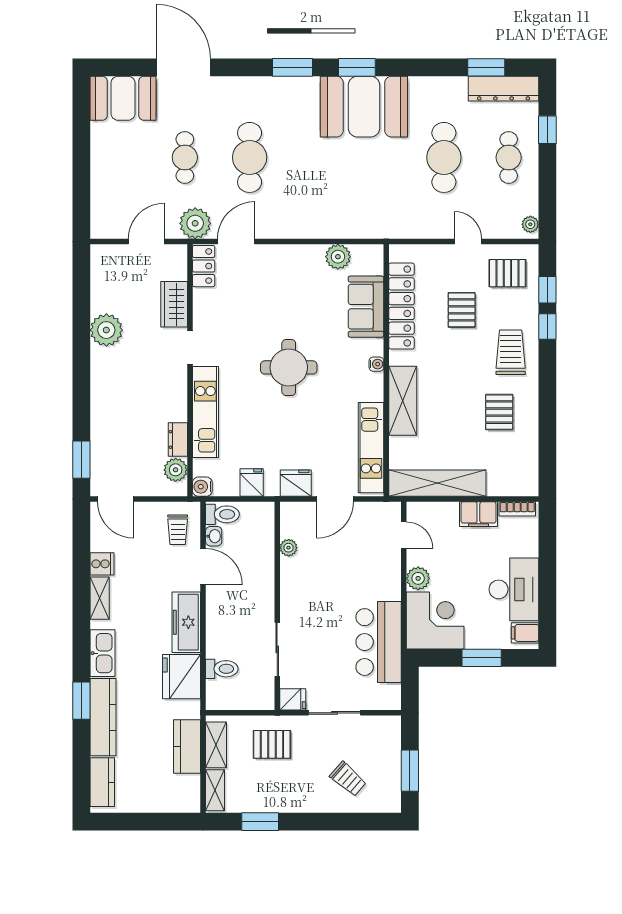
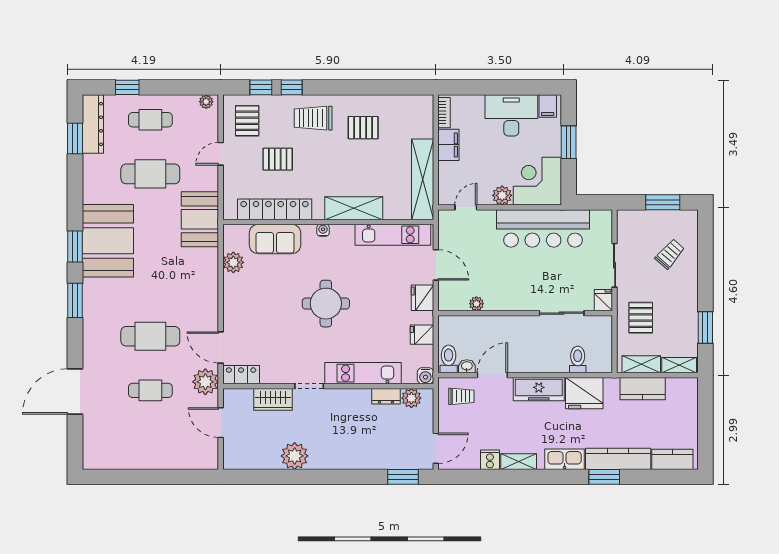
booth: (123, 98) -> (200, 219), moved
bar counter: (379, 642) -> (543, 228), width x1.36

